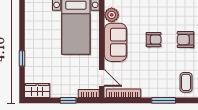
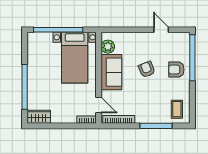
armchair: (154, 40) -> (147, 69), turned -112
window: (22, 58) -> (25, 87), width x3.17
window: (68, 100) -> (67, 126), removed
window: (164, 100) -> (156, 126), width x1.44

